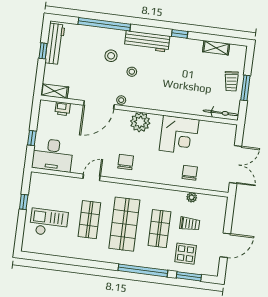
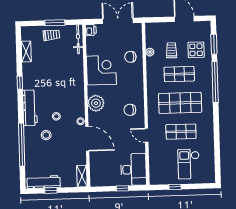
printer: (63, 109) -> (91, 30), moved

